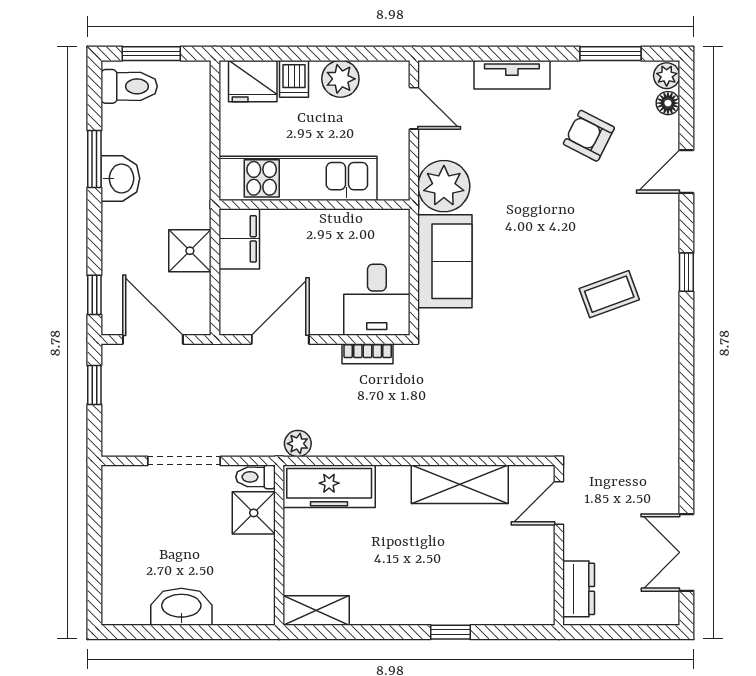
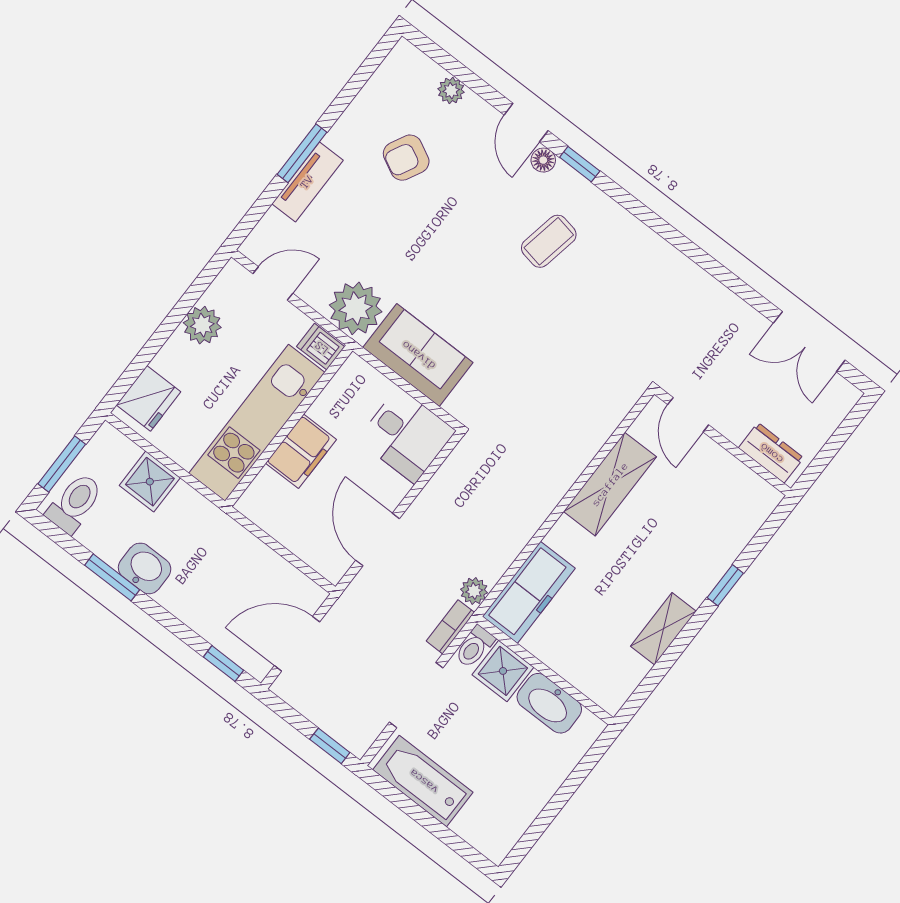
window: (611, 54) -> (302, 153), moved
plant: (667, 76) -> (451, 91), moved
dishwasher: (294, 79) -> (321, 347), moved, turned 180
floor lamp: (668, 103) -> (543, 160), moved
door: (686, 172) -> (526, 123), moved
filing cabinet: (239, 239) -> (301, 451), moved, turned 90
shower: (190, 251) -> (150, 482), moved
coffee table: (609, 294) -> (549, 241), turned 31
bookcase: (368, 354) -> (450, 627), moved, turned 180
window: (94, 385) -> (330, 746), moved
bathtub: (122, 517) -> (423, 781), added
washbasin: (181, 607) -> (549, 703), moved, turned -90
shelving: (316, 611) -> (663, 629), moved

